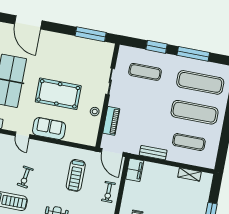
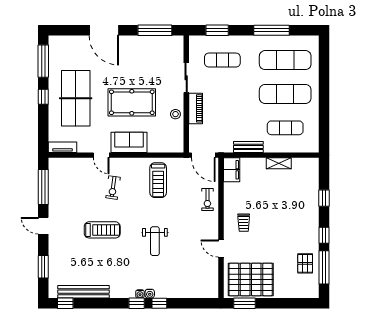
door: (28, 22) -> (104, 30), moved
window: (157, 47) -> (217, 30), moved
piano: (111, 121) -> (196, 108), moved
shelving: (189, 174) -> (279, 163), moved
treadmill: (76, 175) -> (158, 180), moved
exercise bike: (25, 177) -> (113, 188), moved

